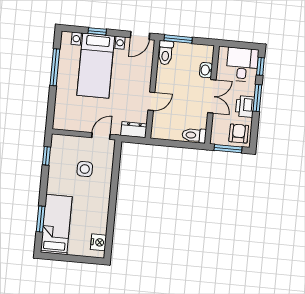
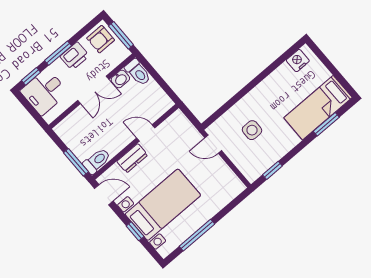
washbasin: (206, 70) -> (120, 79), moved
double door: (212, 96) -> (93, 90), swing flipped
dresser: (134, 130) -> (132, 158), moved, turned -90

